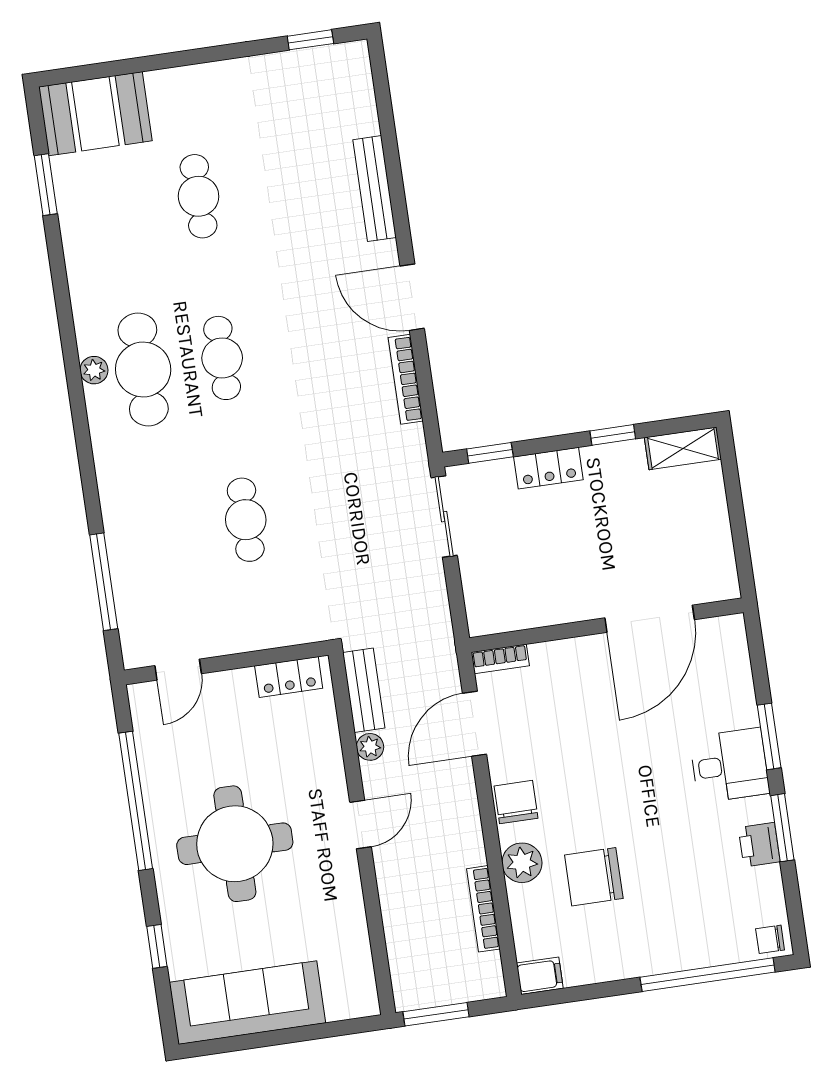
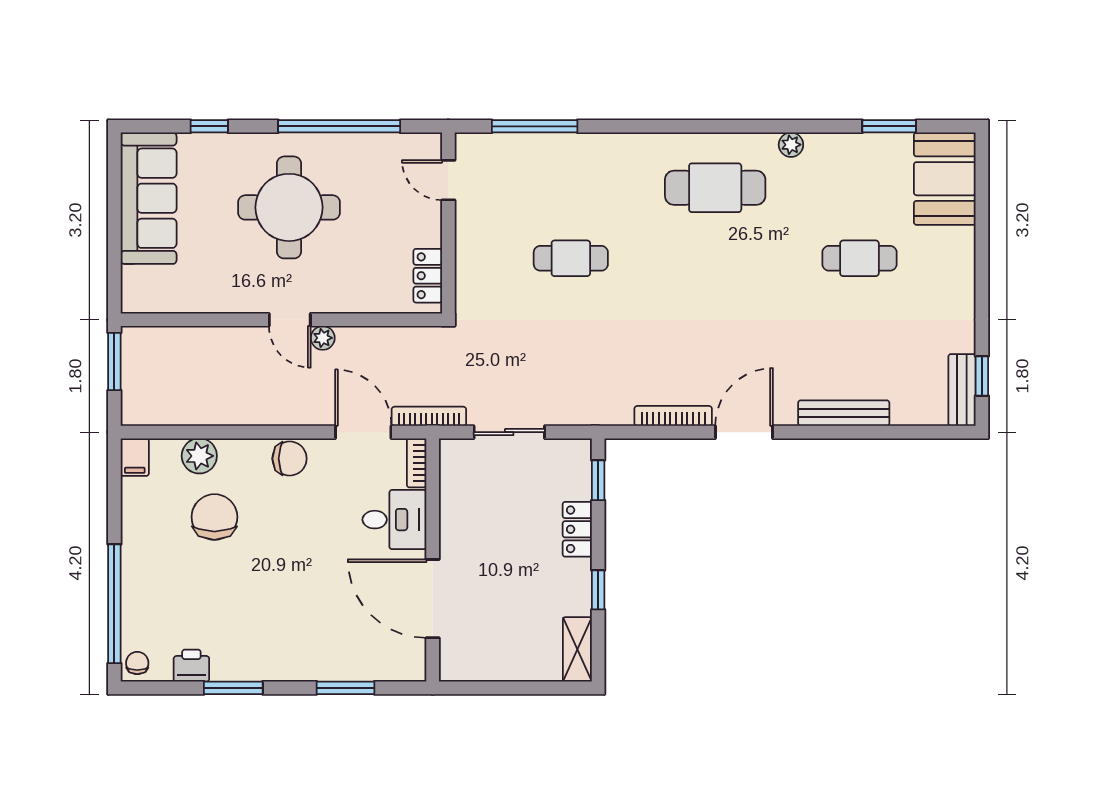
cafe table: (222, 358) -> (715, 258), removed
plant: (94, 370) -> (791, 145), moved
sliding door: (444, 517) -> (509, 432), moved
bench: (364, 690) -> (962, 390), moved, turned 90
window: (769, 736) -> (346, 688), moved
plant: (370, 747) -> (323, 338), moved
desk: (730, 765) -> (394, 520), moved, turned -90
printer: (759, 845) -> (191, 666), moved
plant: (522, 863) -> (199, 456), moved
bookcase: (483, 909) -> (429, 416), moved

